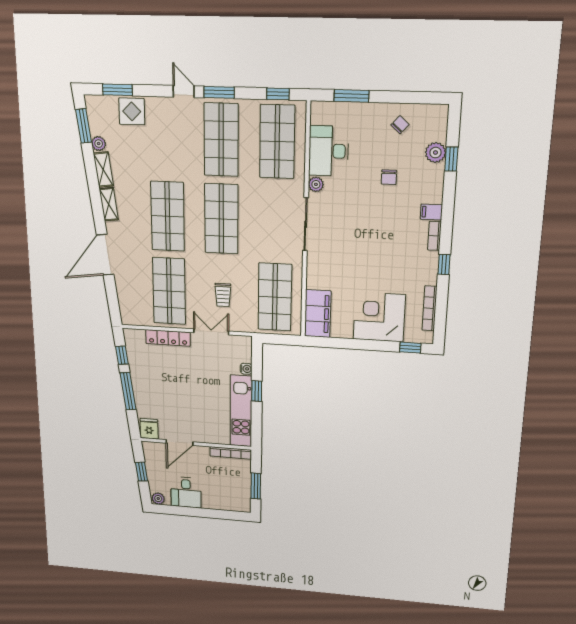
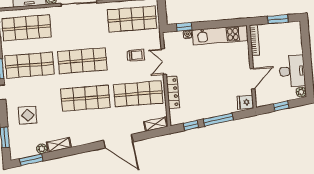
display table: (132, 111) -> (28, 115), moved
shelving: (109, 204) -> (156, 124), moved
window: (257, 391) -> (184, 27), moved
door: (180, 442) -> (252, 79), hinge flipped
desk: (186, 492) -> (292, 71), width x1.37

